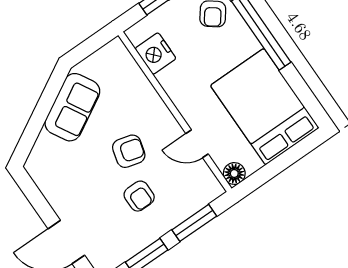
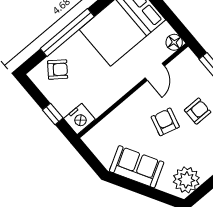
nightstand: (155, 54) -> (79, 119), moved
plant: (48, 172) -> (186, 180), added

